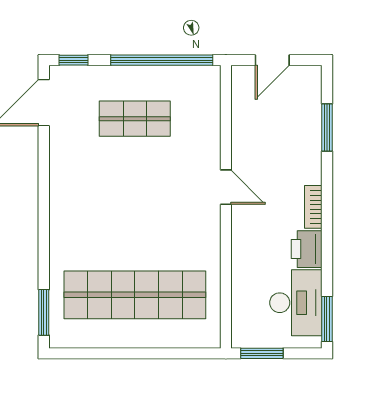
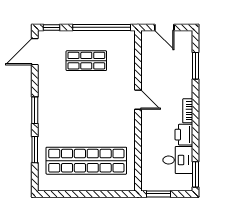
door: (272, 60) -> (164, 27), hinge flipped
window: (44, 206) -> (35, 110), added
desk: (296, 303) -> (178, 160), width x0.73
window: (44, 312) -> (35, 150), moved

